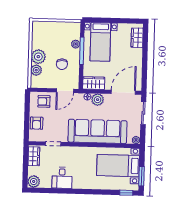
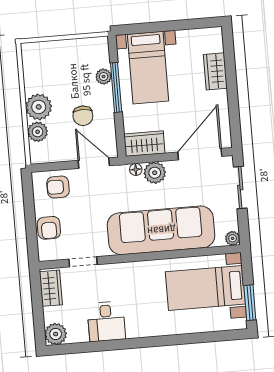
wardrobe: (137, 38) -> (215, 71), moved
door: (65, 91) -> (94, 163), swing flipped
window: (126, 193) -> (226, 335), removed

